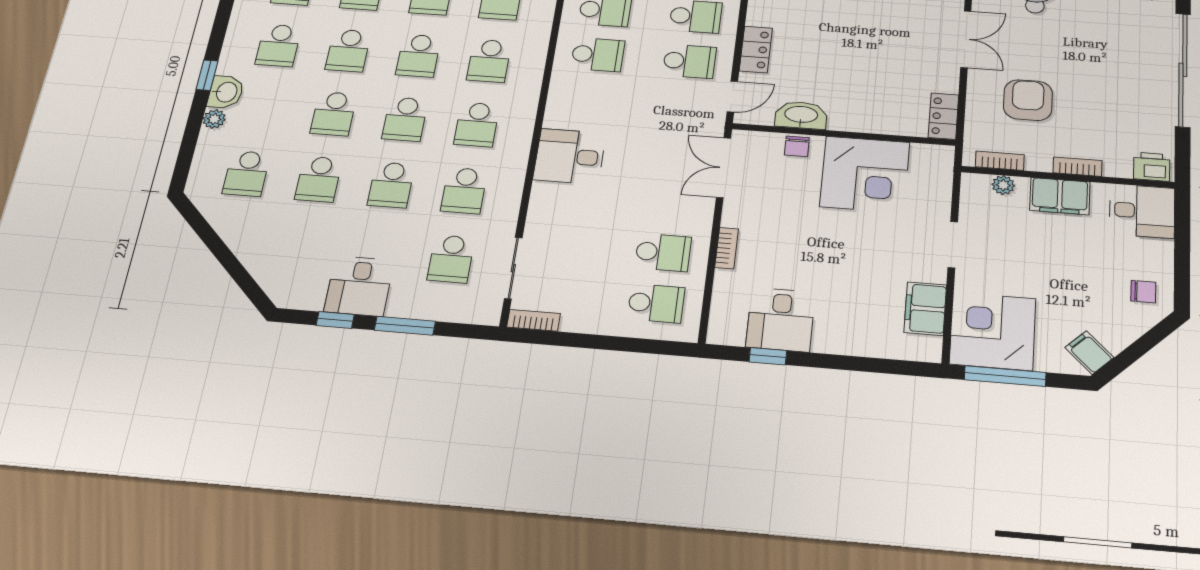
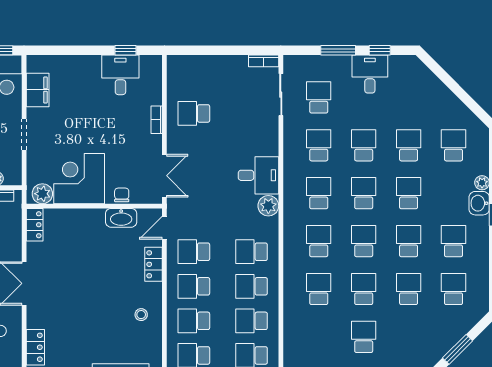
plant: (561, 114) -> (268, 206), added
plant: (928, 158) -> (42, 194), added
school desk: (656, 303) -> (194, 79), removed

